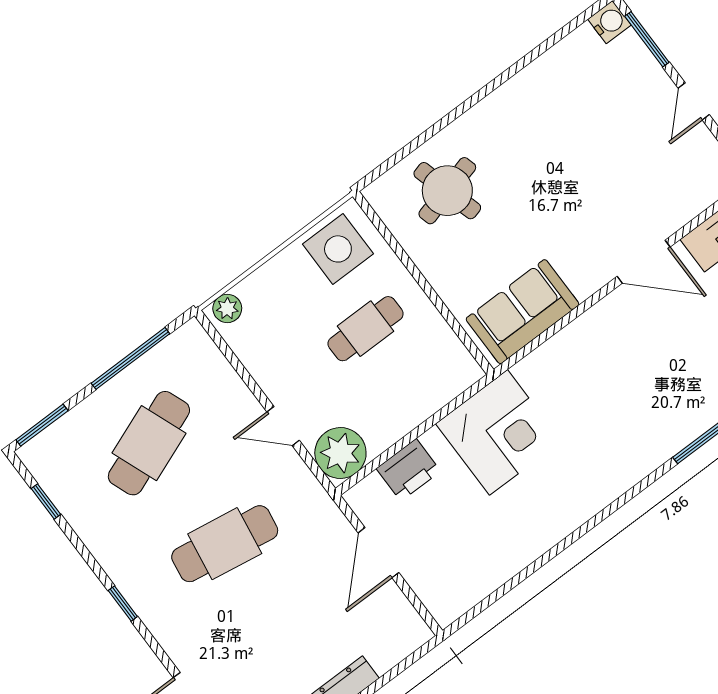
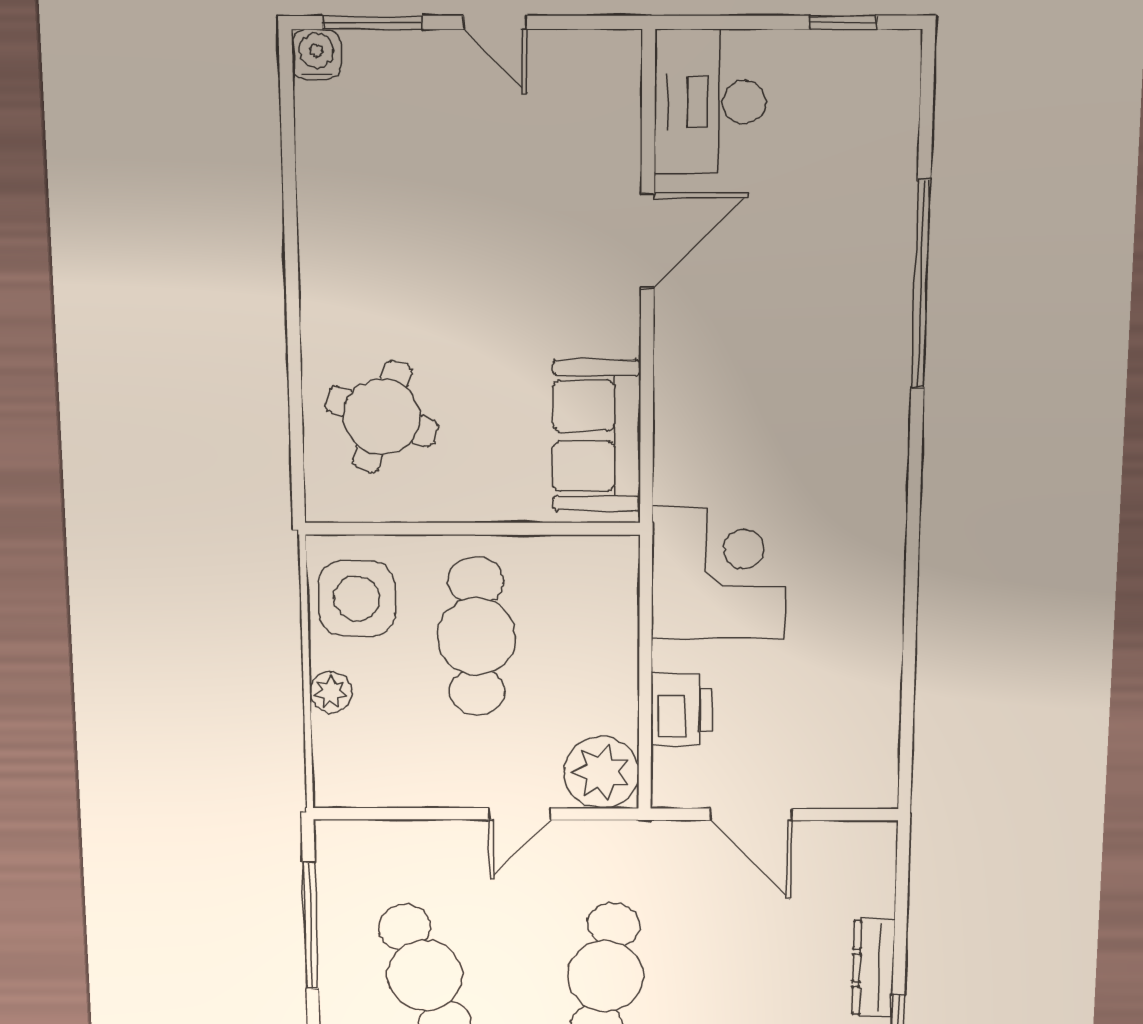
round table: (447, 191) -> (382, 416), turned 35
plant: (227, 308) -> (331, 692), moved
cafe table: (366, 329) -> (477, 636), width x1.37, depth x1.35

